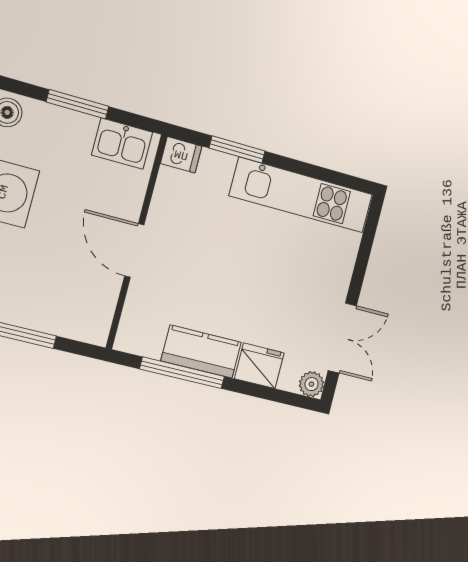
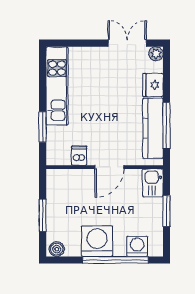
kitchen sink: (122, 144) -> (153, 183), moved, turned 180
dishwasher: (181, 155) -> (79, 156), moved
kitchen counter: (201, 352) -> (153, 128), width x1.50

